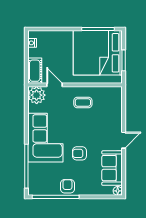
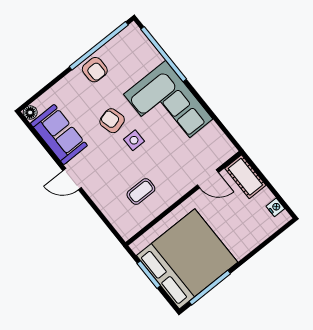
plant: (37, 95) -> (220, 149), removed
coffee table: (83, 102) -> (141, 192), moved
side table: (76, 135) -> (134, 140), added
door: (124, 140) -> (72, 179), hinge flipped
armchair: (79, 153) -> (112, 121), turned -105

